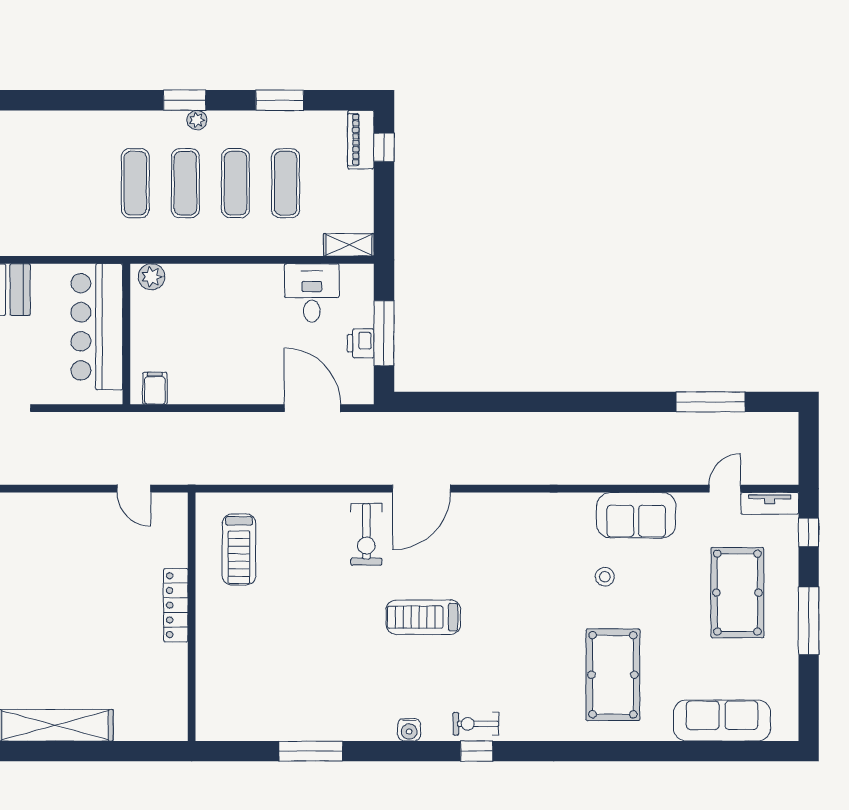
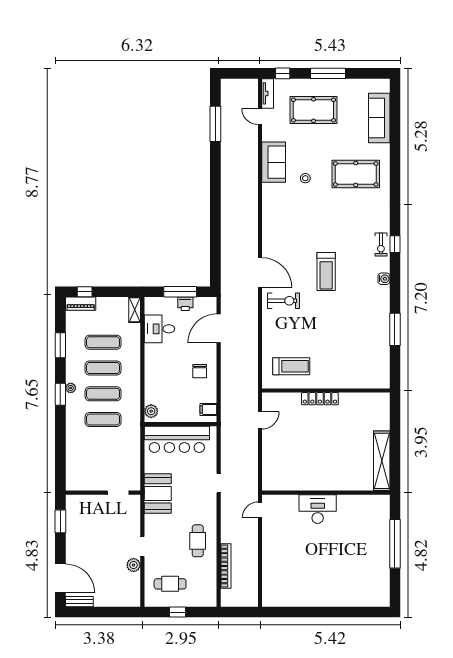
chair: (229, 371) -> (200, 371), added

